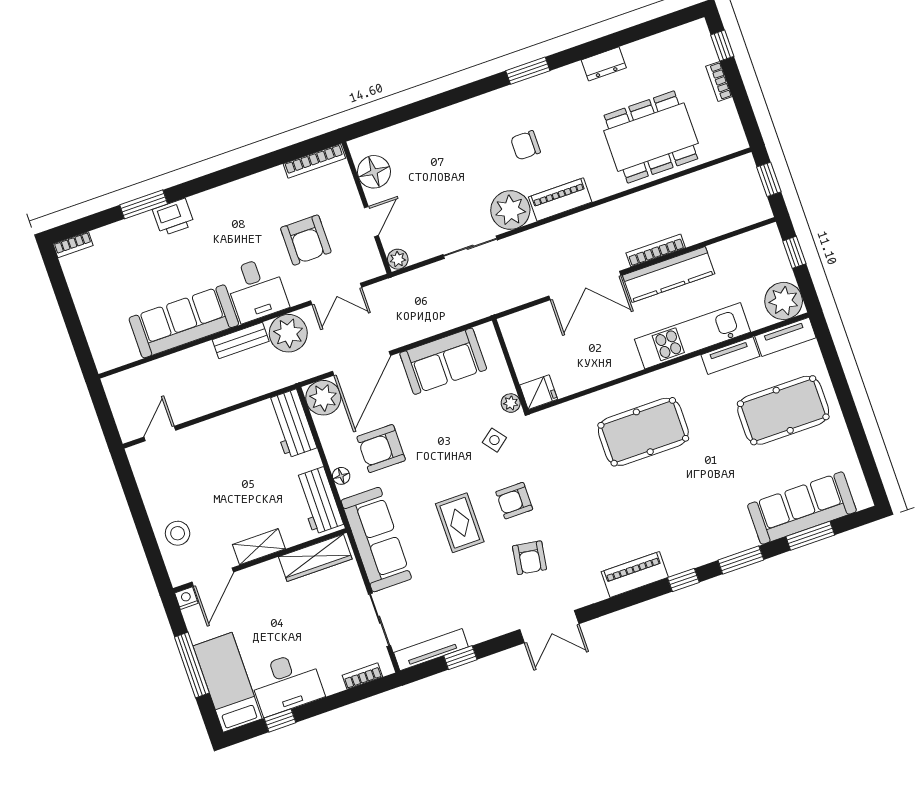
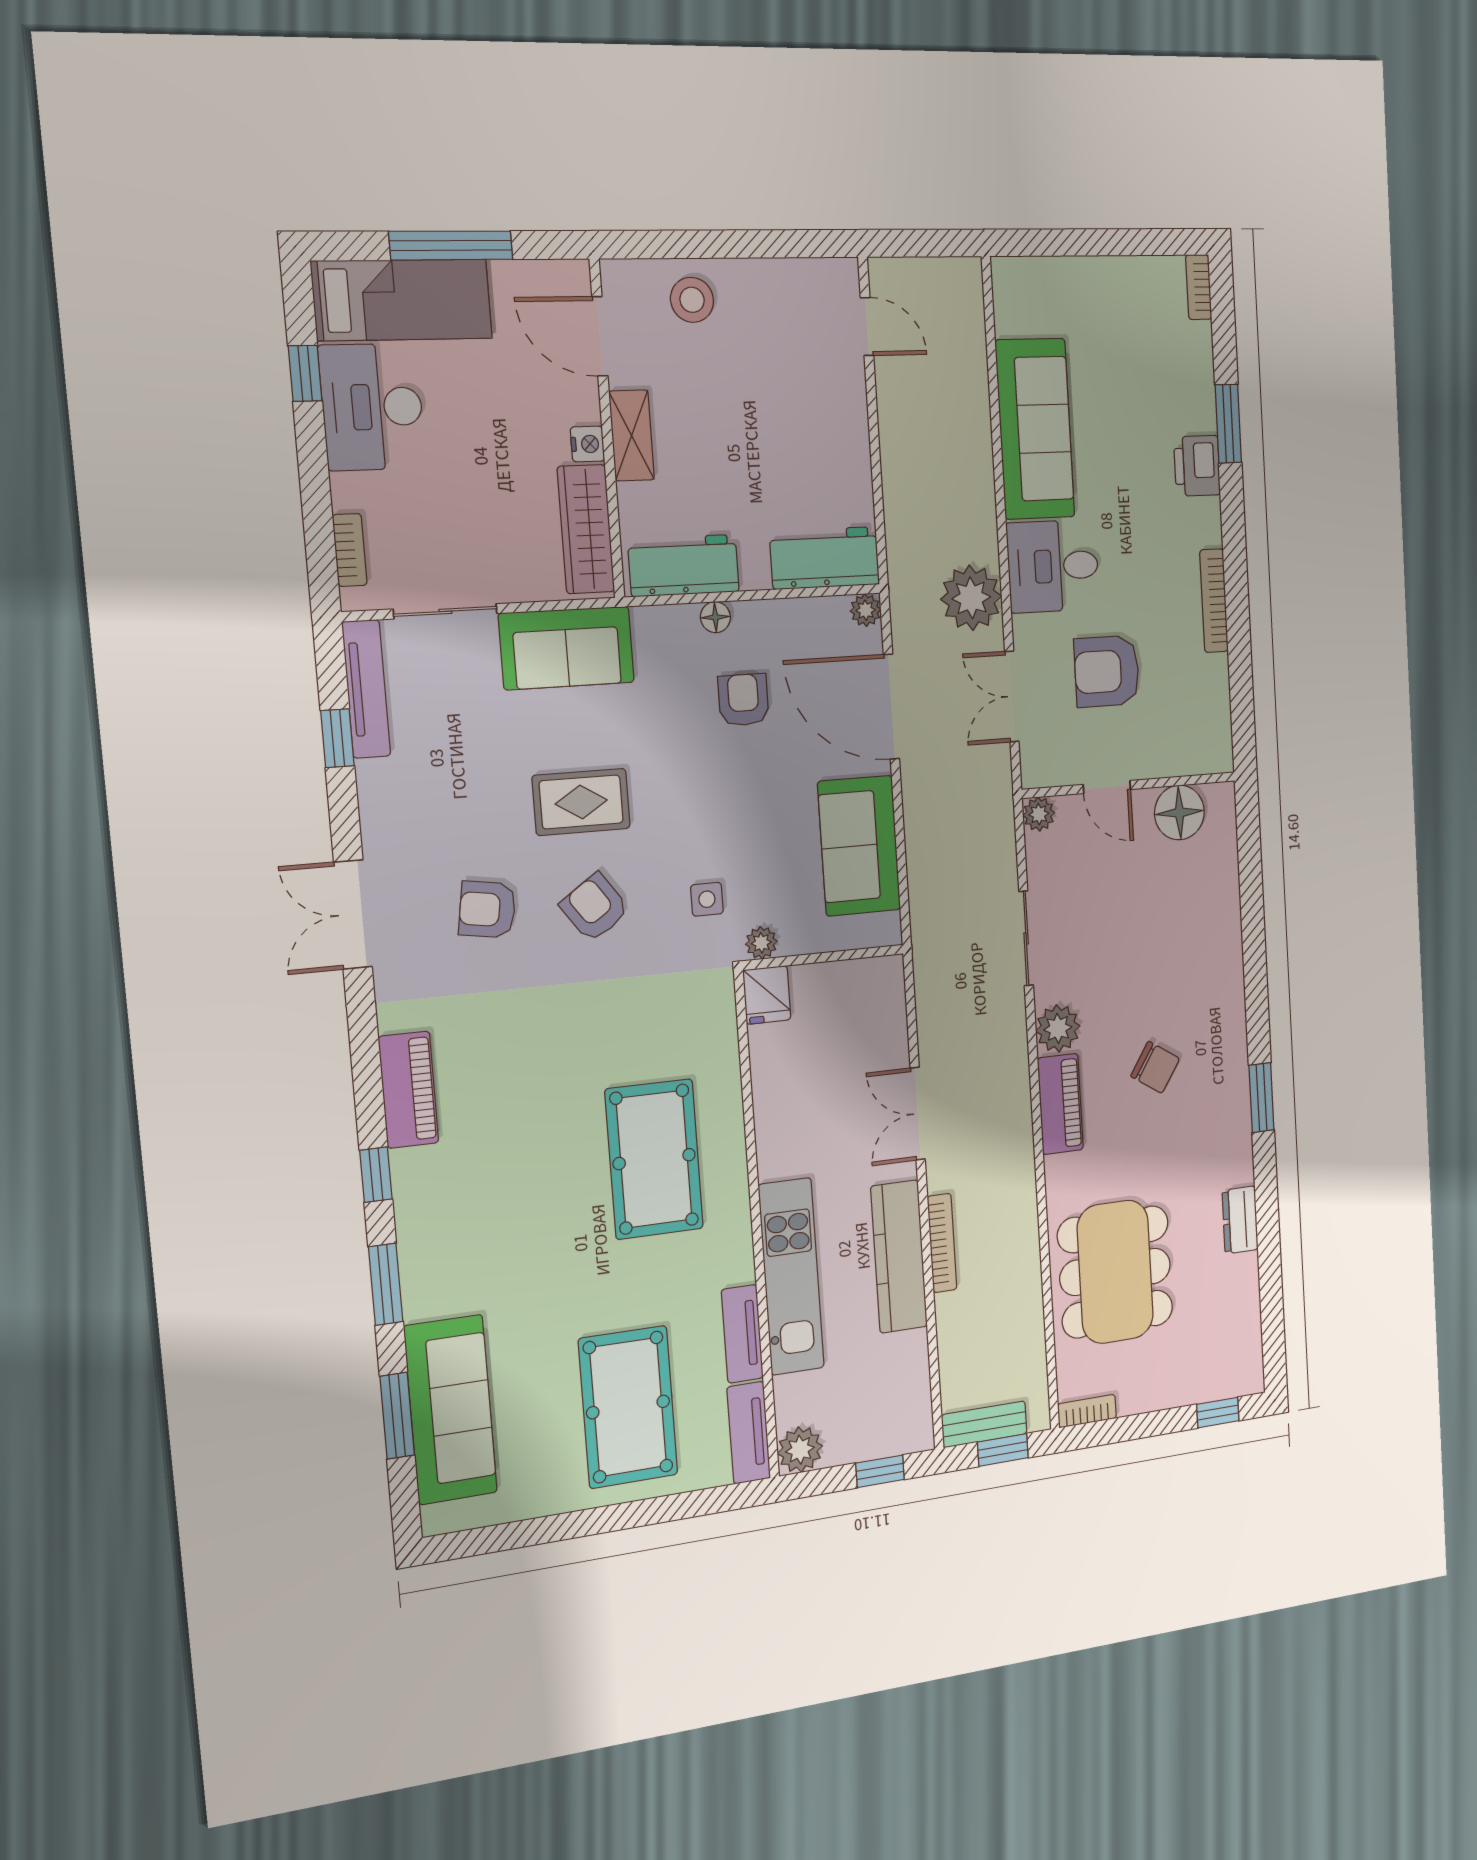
bookcase: (719, 81) -> (1087, 1411), moved
chair: (525, 145) -> (1155, 1067), turned 123
bookcase: (314, 161) -> (1214, 601), moved
plant: (510, 210) -> (1058, 1028), width x0.73, depth x0.73
double door: (585, 286) -> (918, 1114), width x0.73
plant: (784, 301) -> (800, 1450), width x0.73, depth x0.73
bench: (241, 341) -> (984, 1424), moved, turned 90
plant: (323, 398) -> (866, 610), width x0.53, depth x0.53
side table: (494, 440) -> (707, 899), turned 38
armchair: (381, 449) -> (743, 700), width x0.72, depth x0.72
armchair: (514, 501) -> (595, 907), turned -35
sofa: (376, 540) -> (567, 648), width x0.73
nightstand: (186, 598) -> (587, 444), moved

